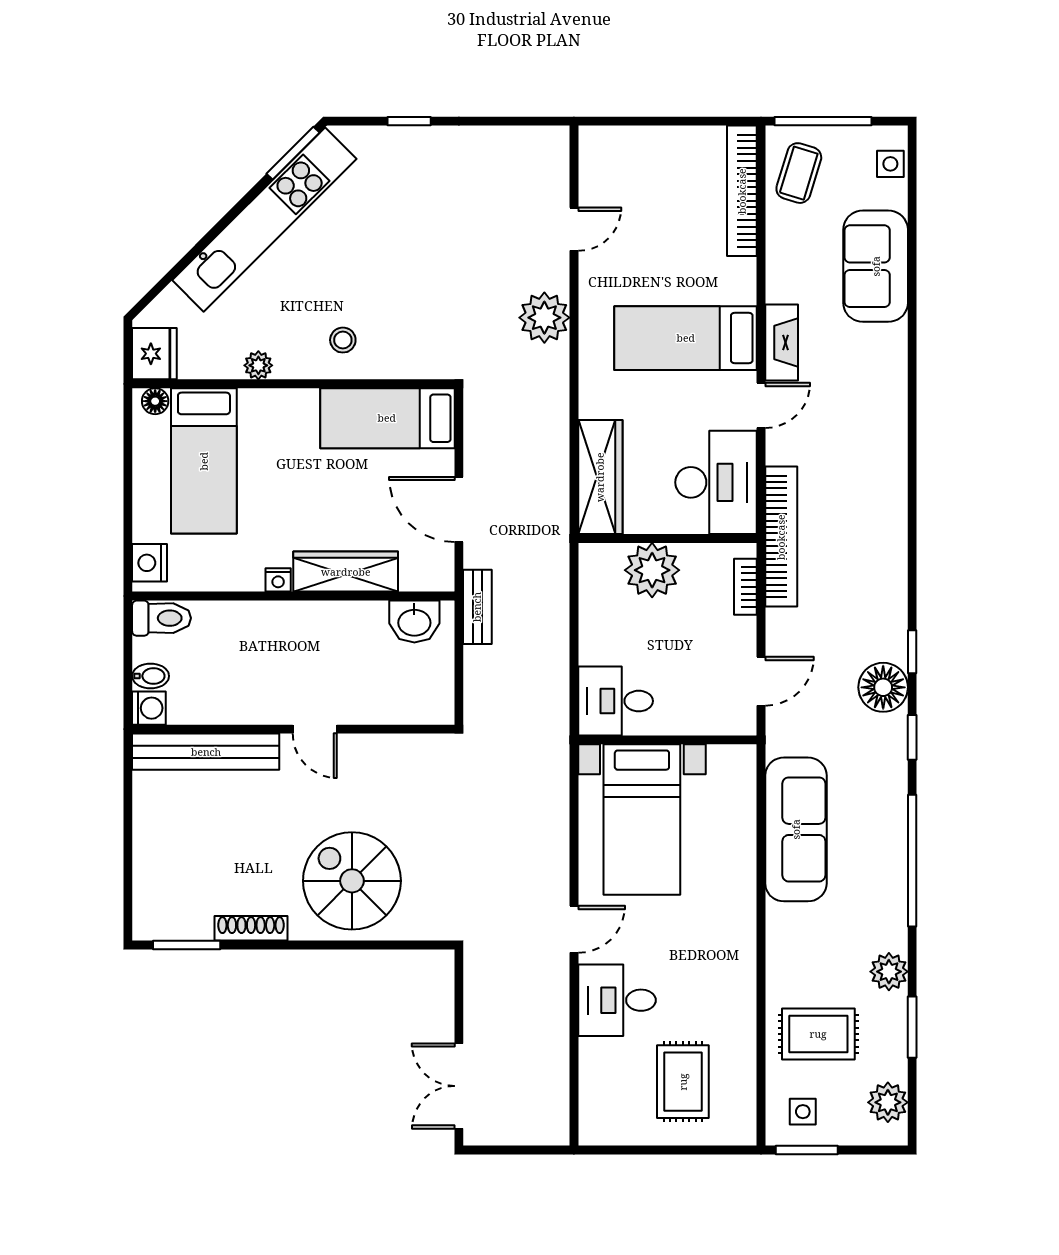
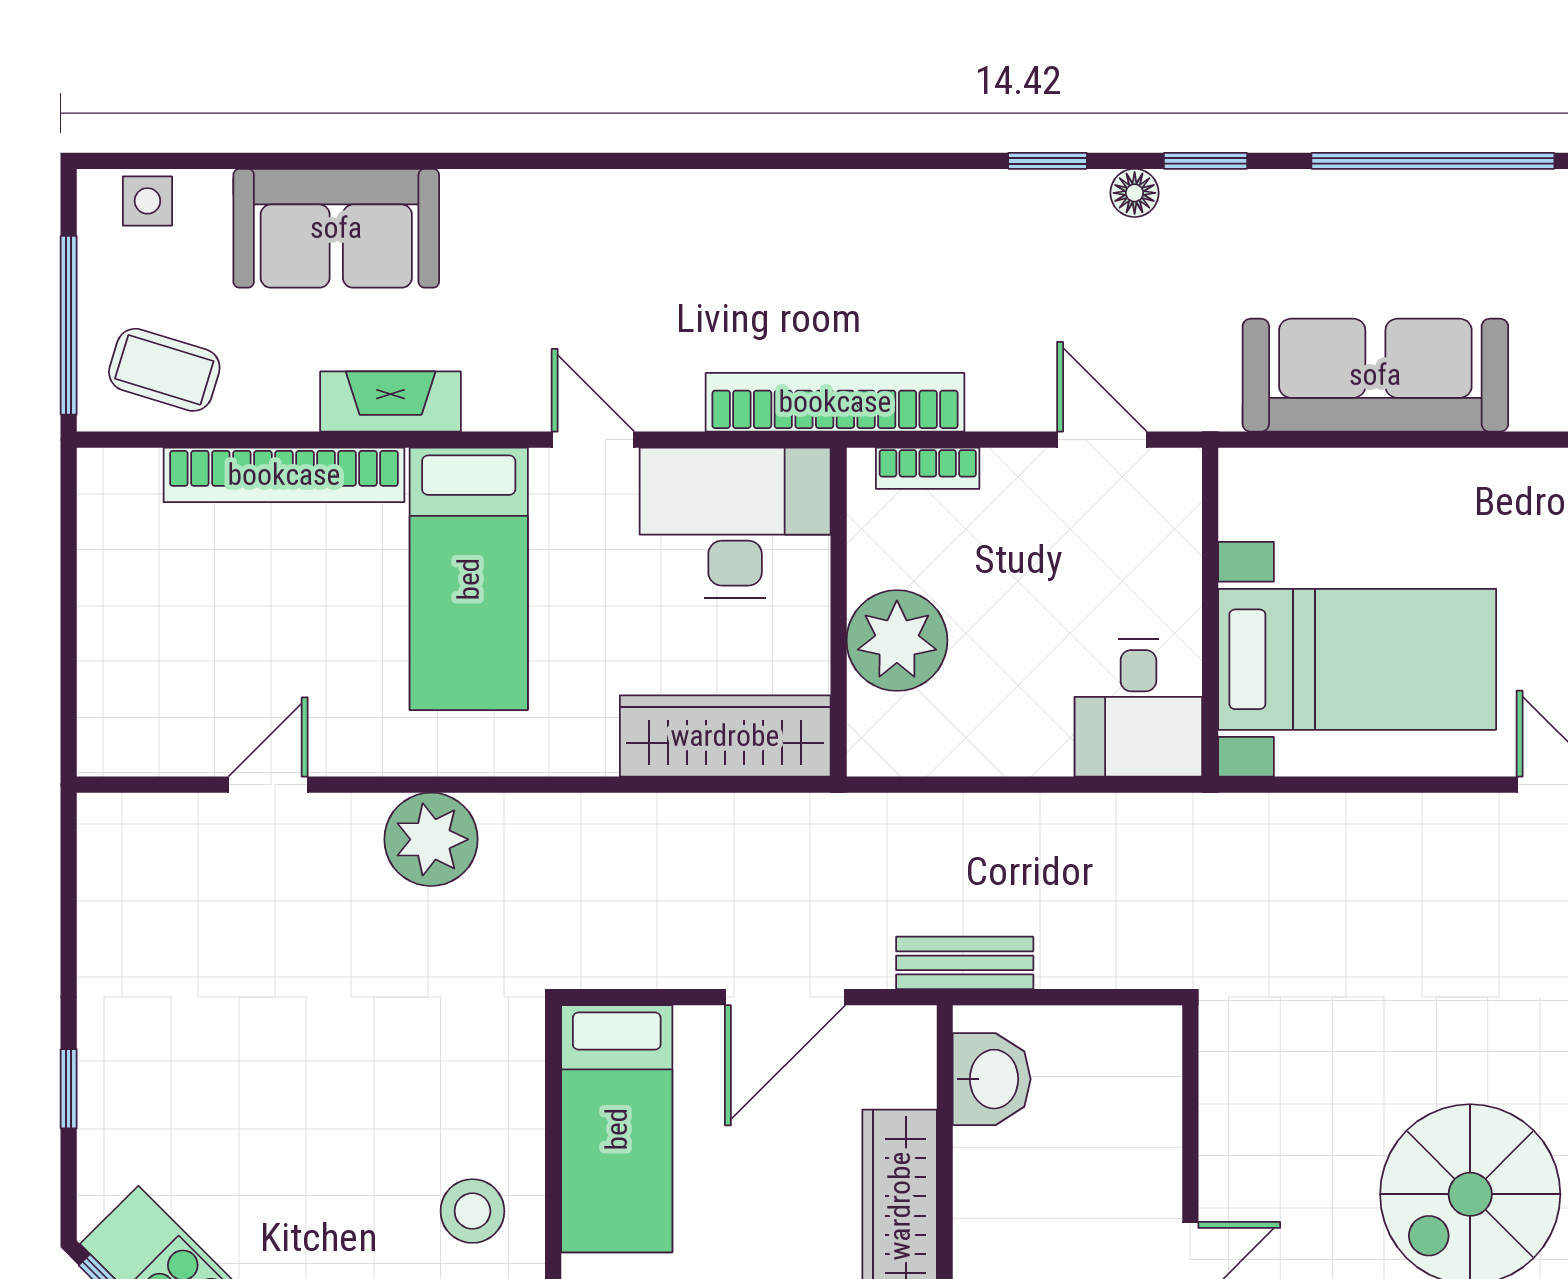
bookcase: (742, 191) -> (284, 475), moved
door: (574, 229) -> (268, 785), hinge flipped
stool: (343, 340) -> (472, 1211), width x1.37, depth x1.37
fireplace: (782, 343) -> (391, 402), moved
floor lamp: (883, 687) -> (1135, 193), width x0.53, depth x0.53

